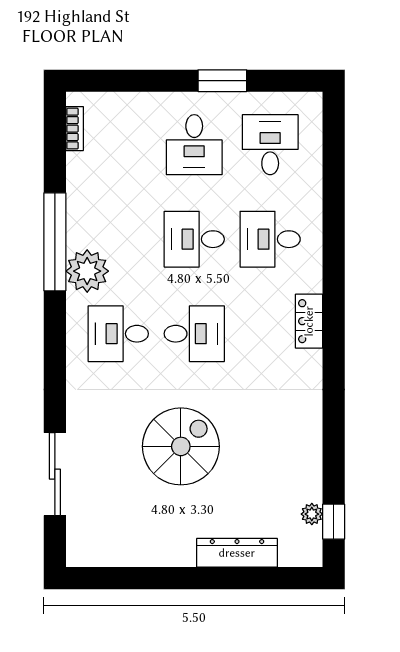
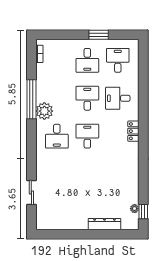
desk: (194, 239) -> (87, 98), turned 90
desk: (118, 334) -> (57, 136), turned -90
desk: (194, 334) -> (87, 136), turned -90
spiral stairs: (181, 446) -> (82, 181), removed
sliding door: (55, 474) -> (31, 192), width x0.73

